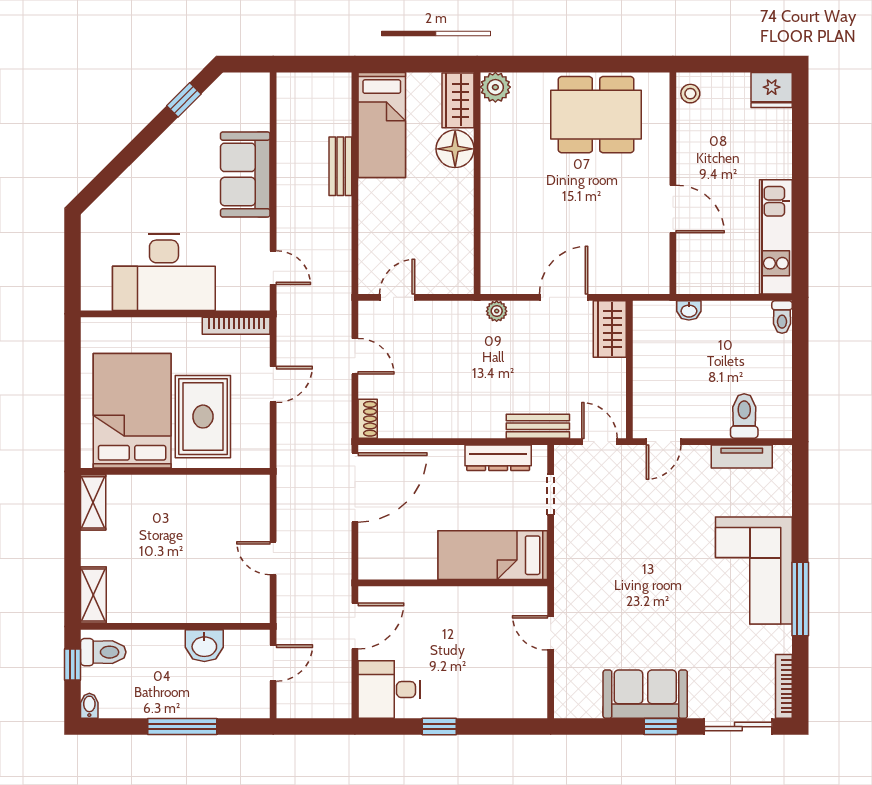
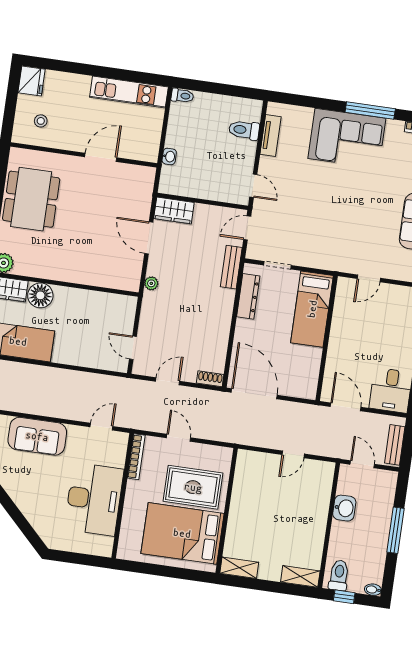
stool: (690, 94) -> (41, 121), moved
bench: (340, 166) -> (395, 445), moved, turned 90

